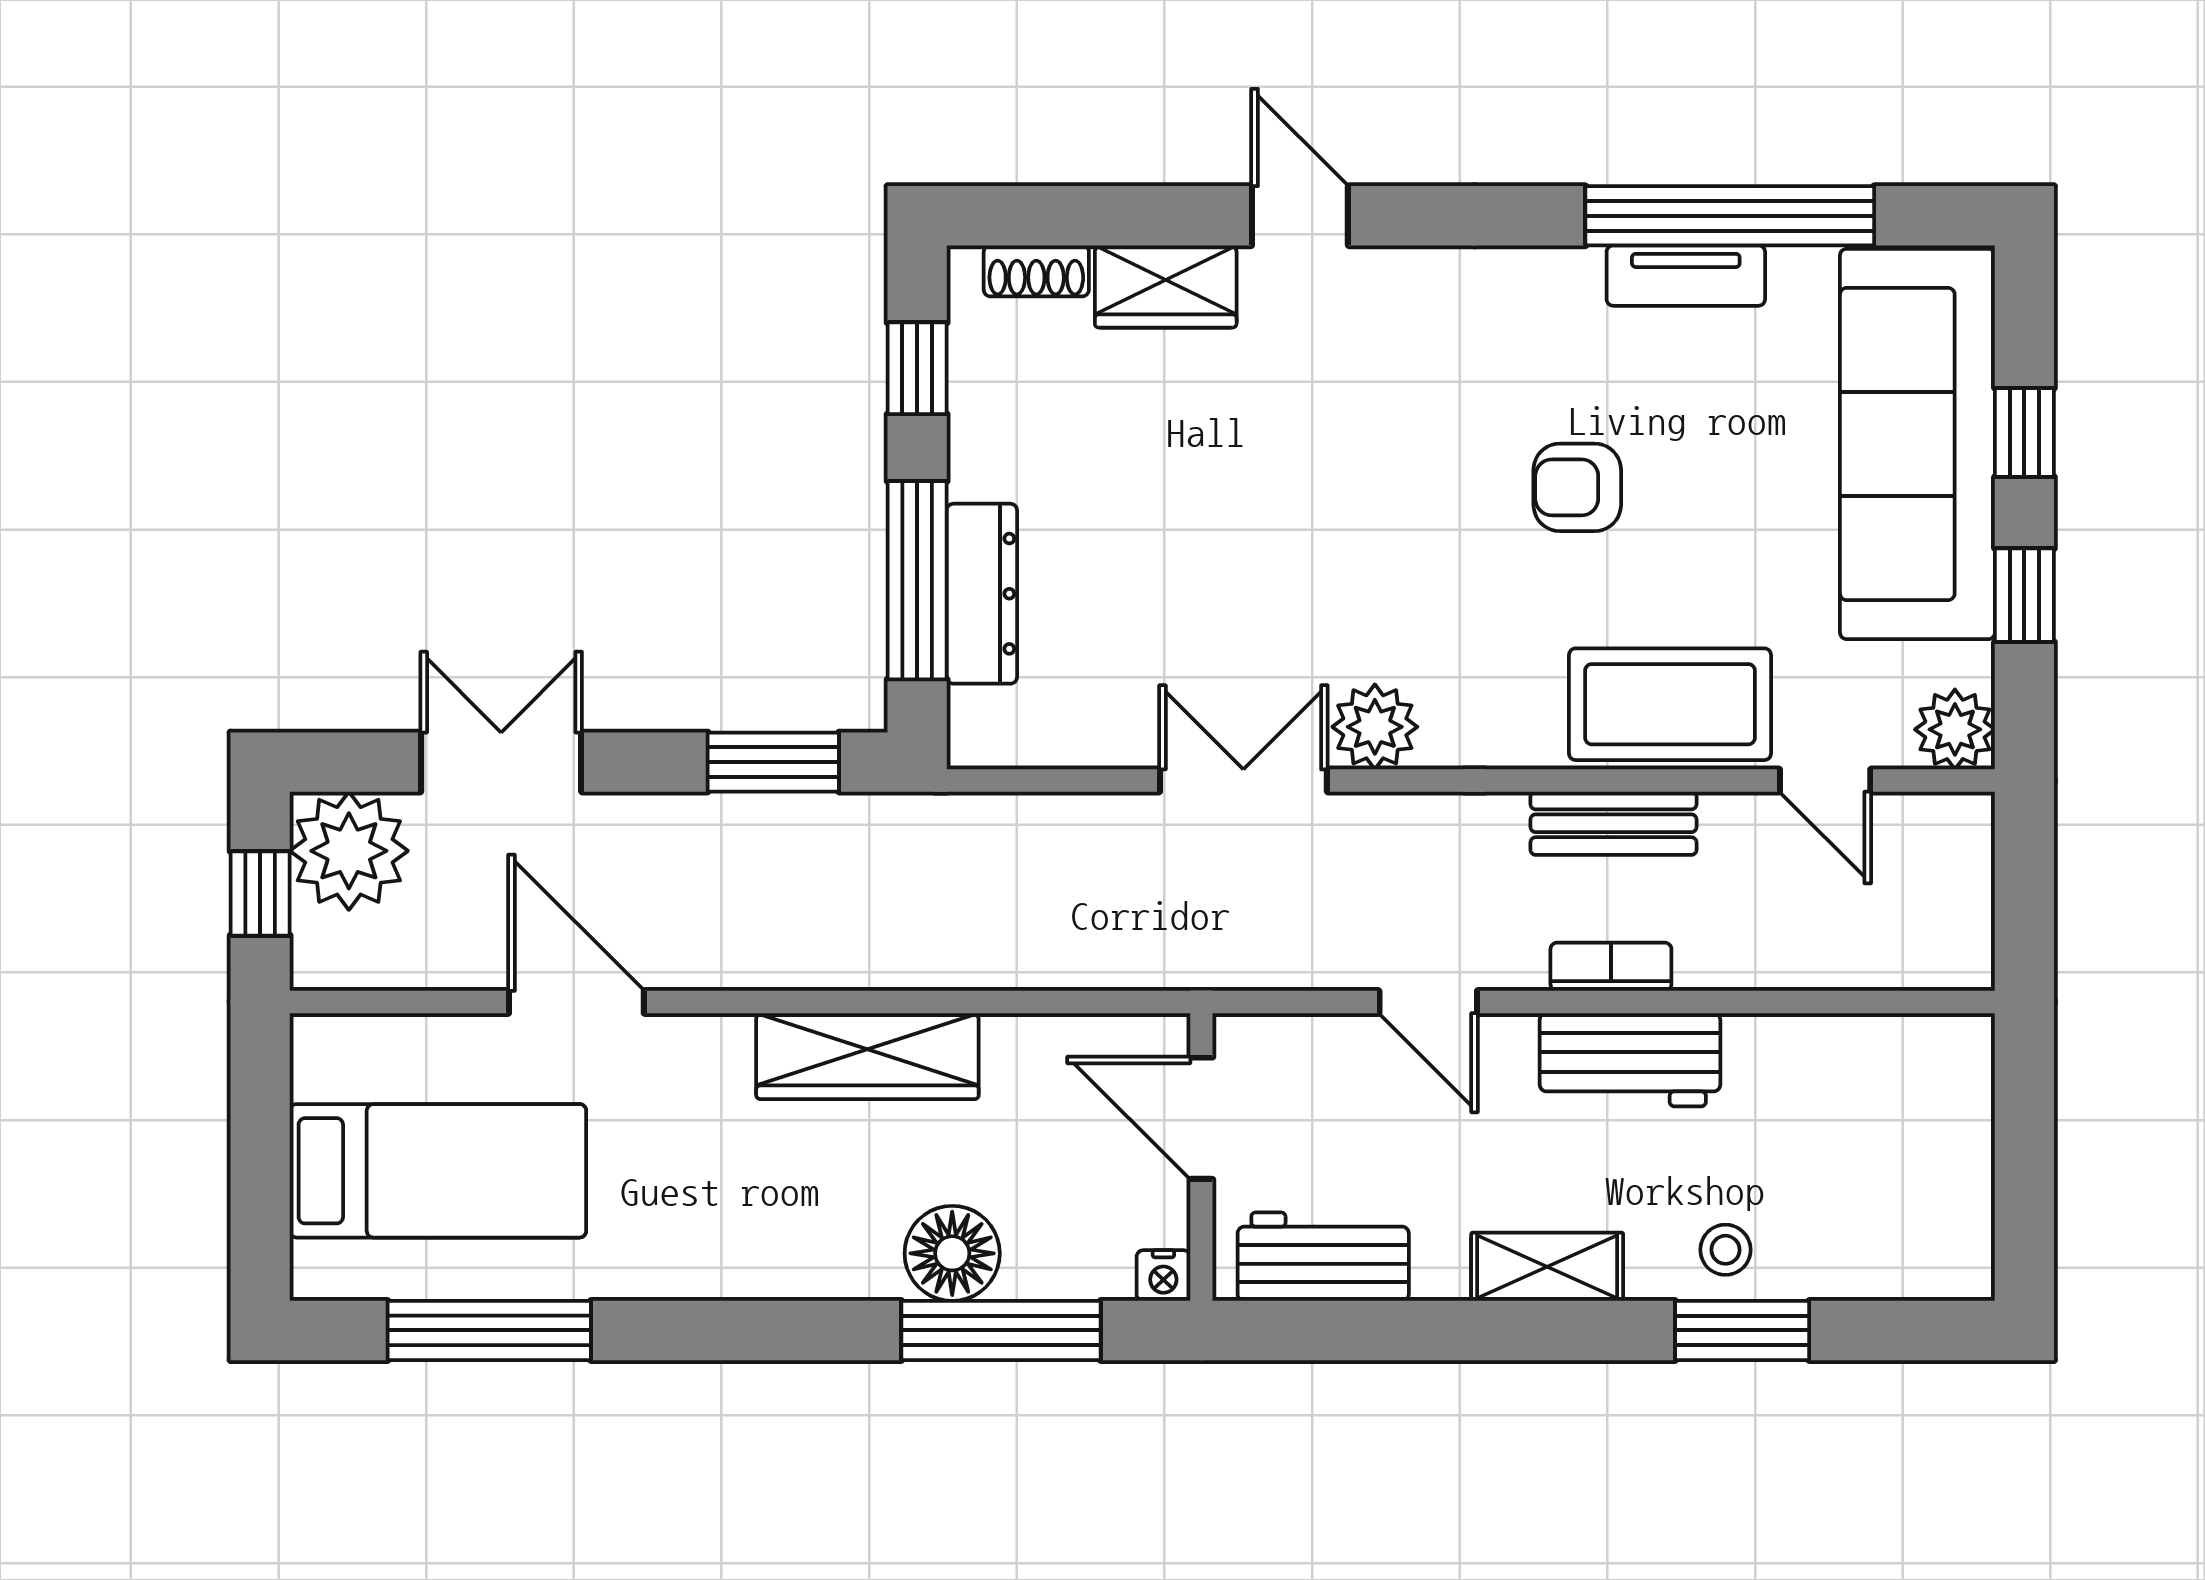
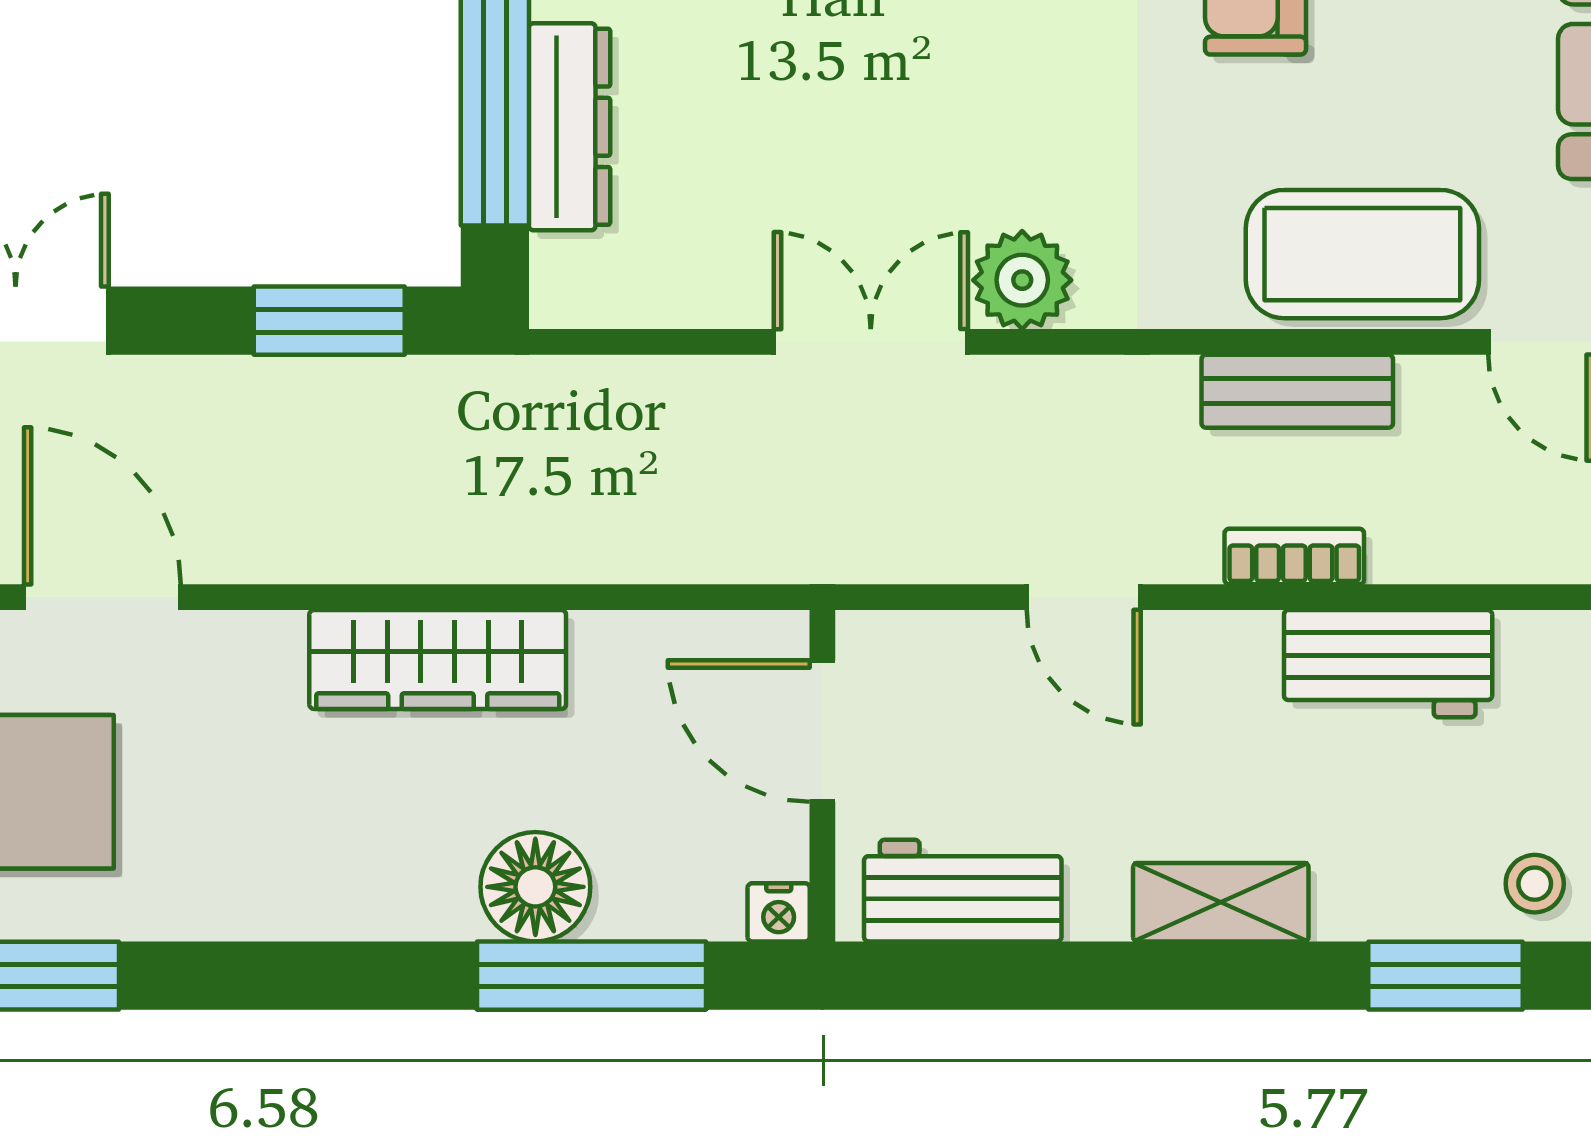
workbench: (1630, 1060) -> (1388, 664), moved
stool: (1725, 1250) -> (1535, 884), moved

